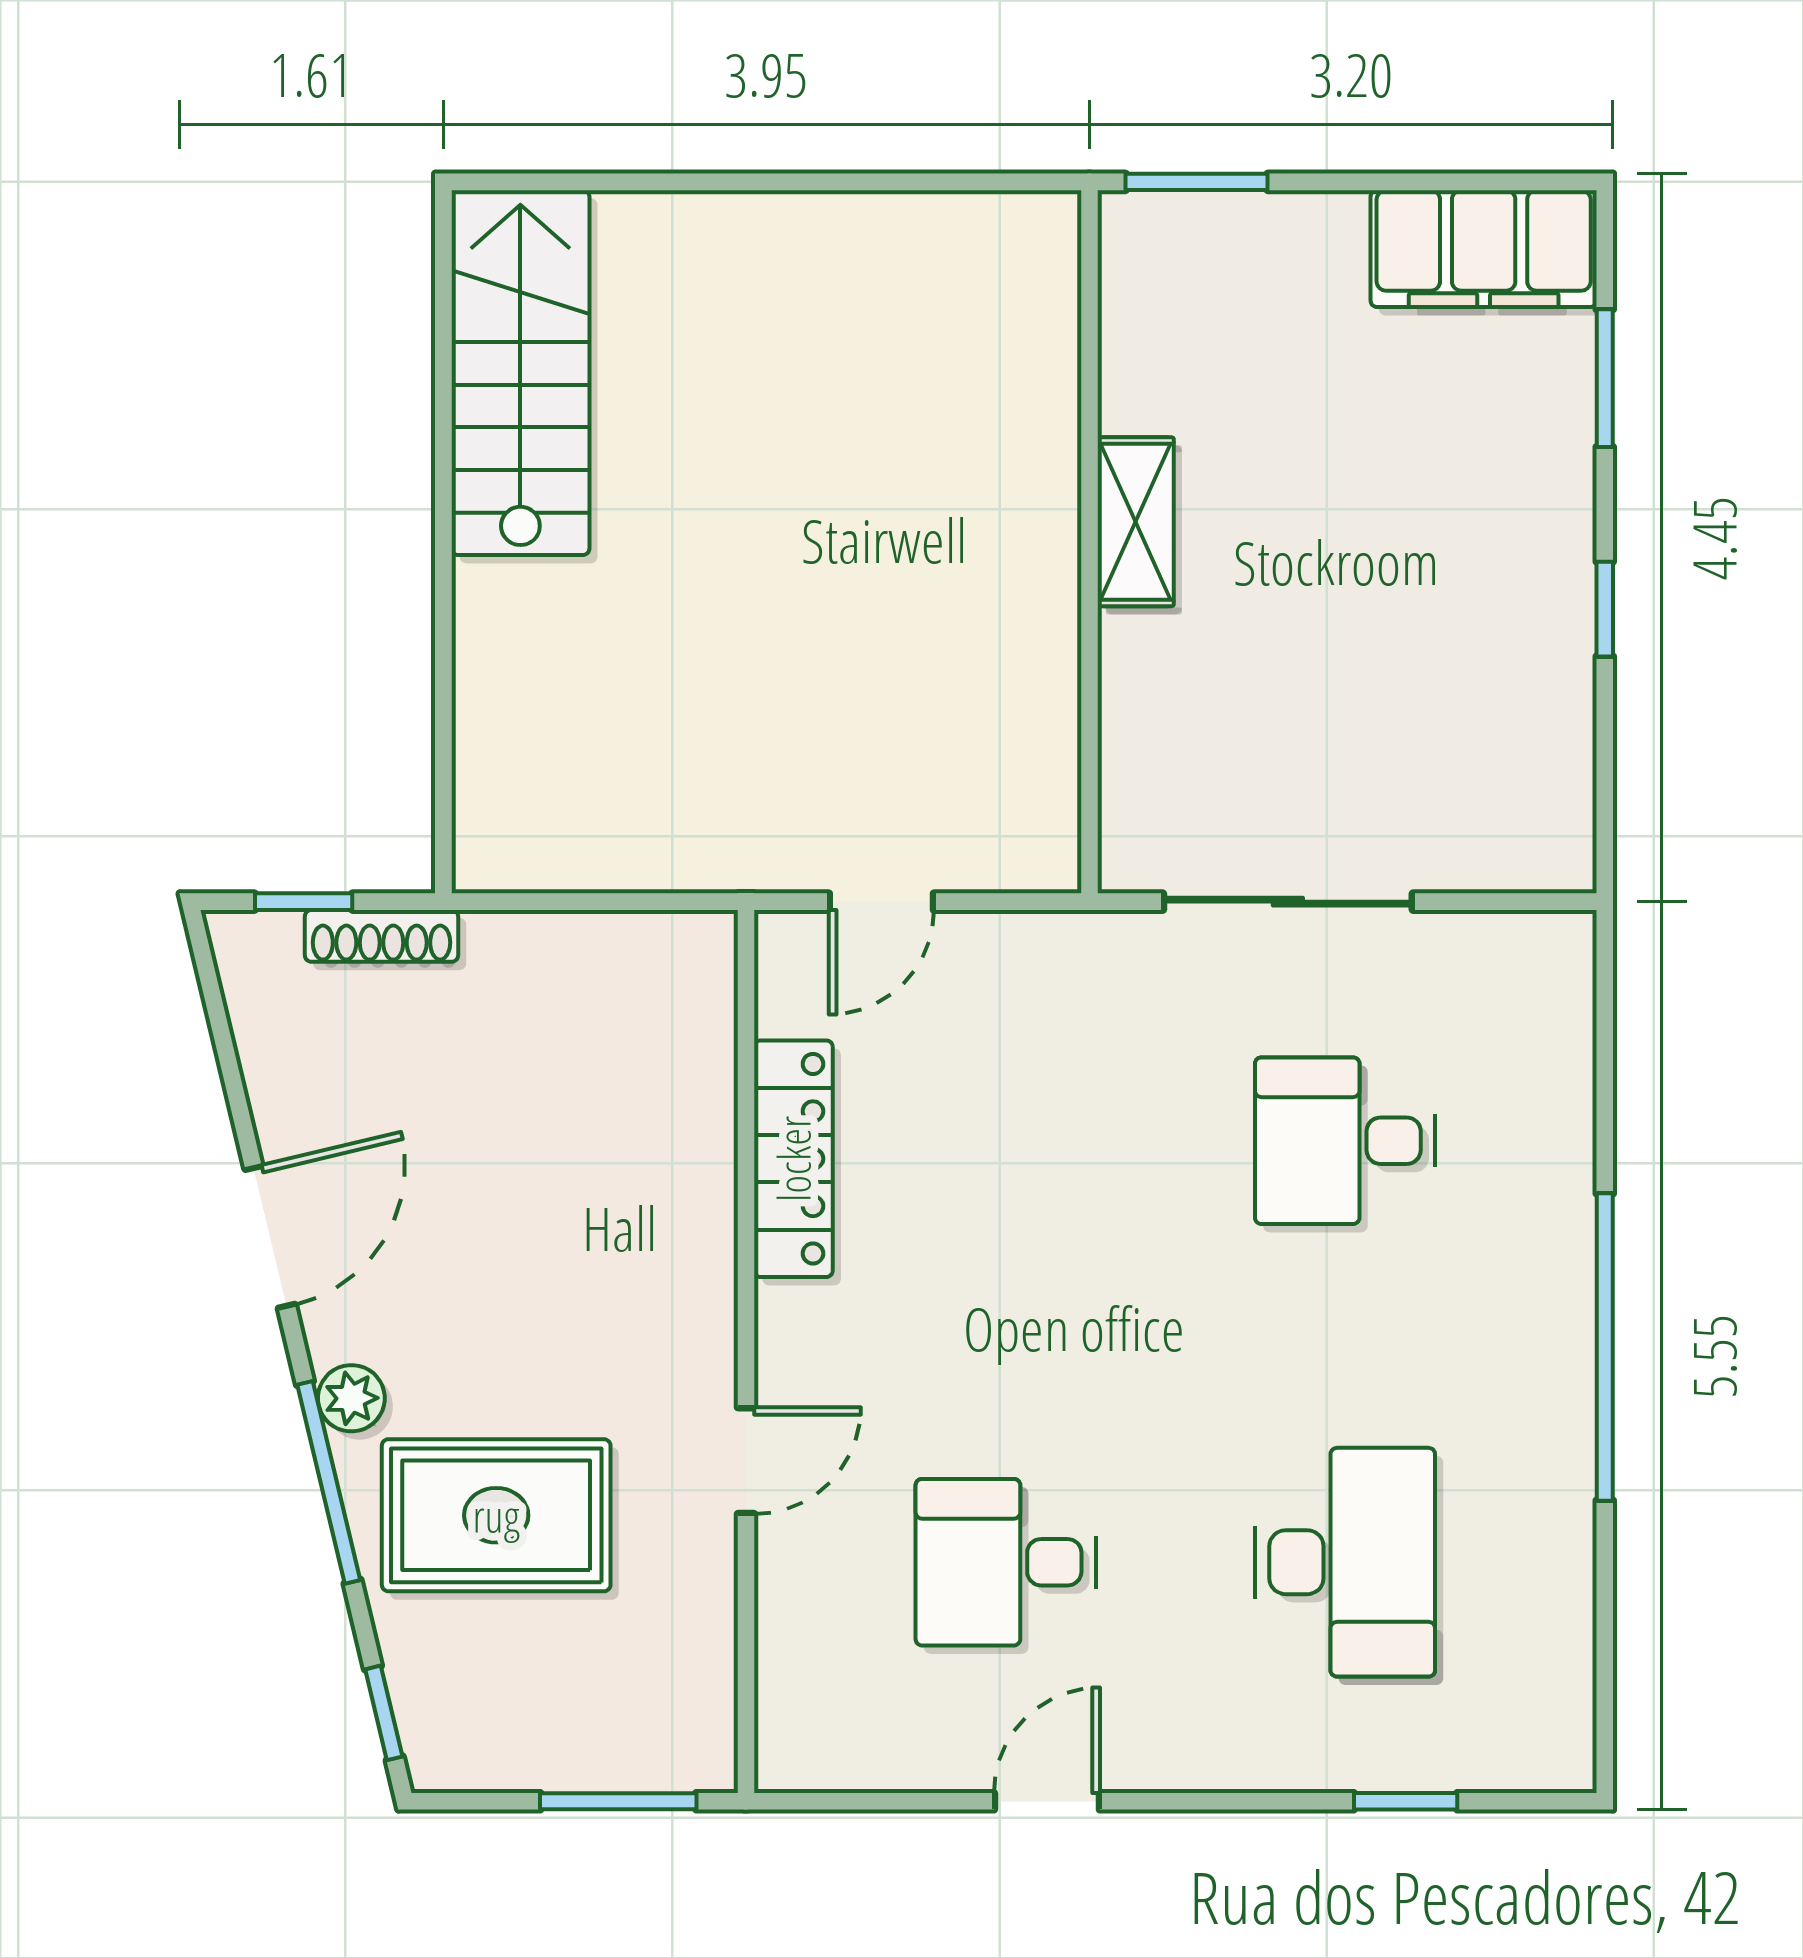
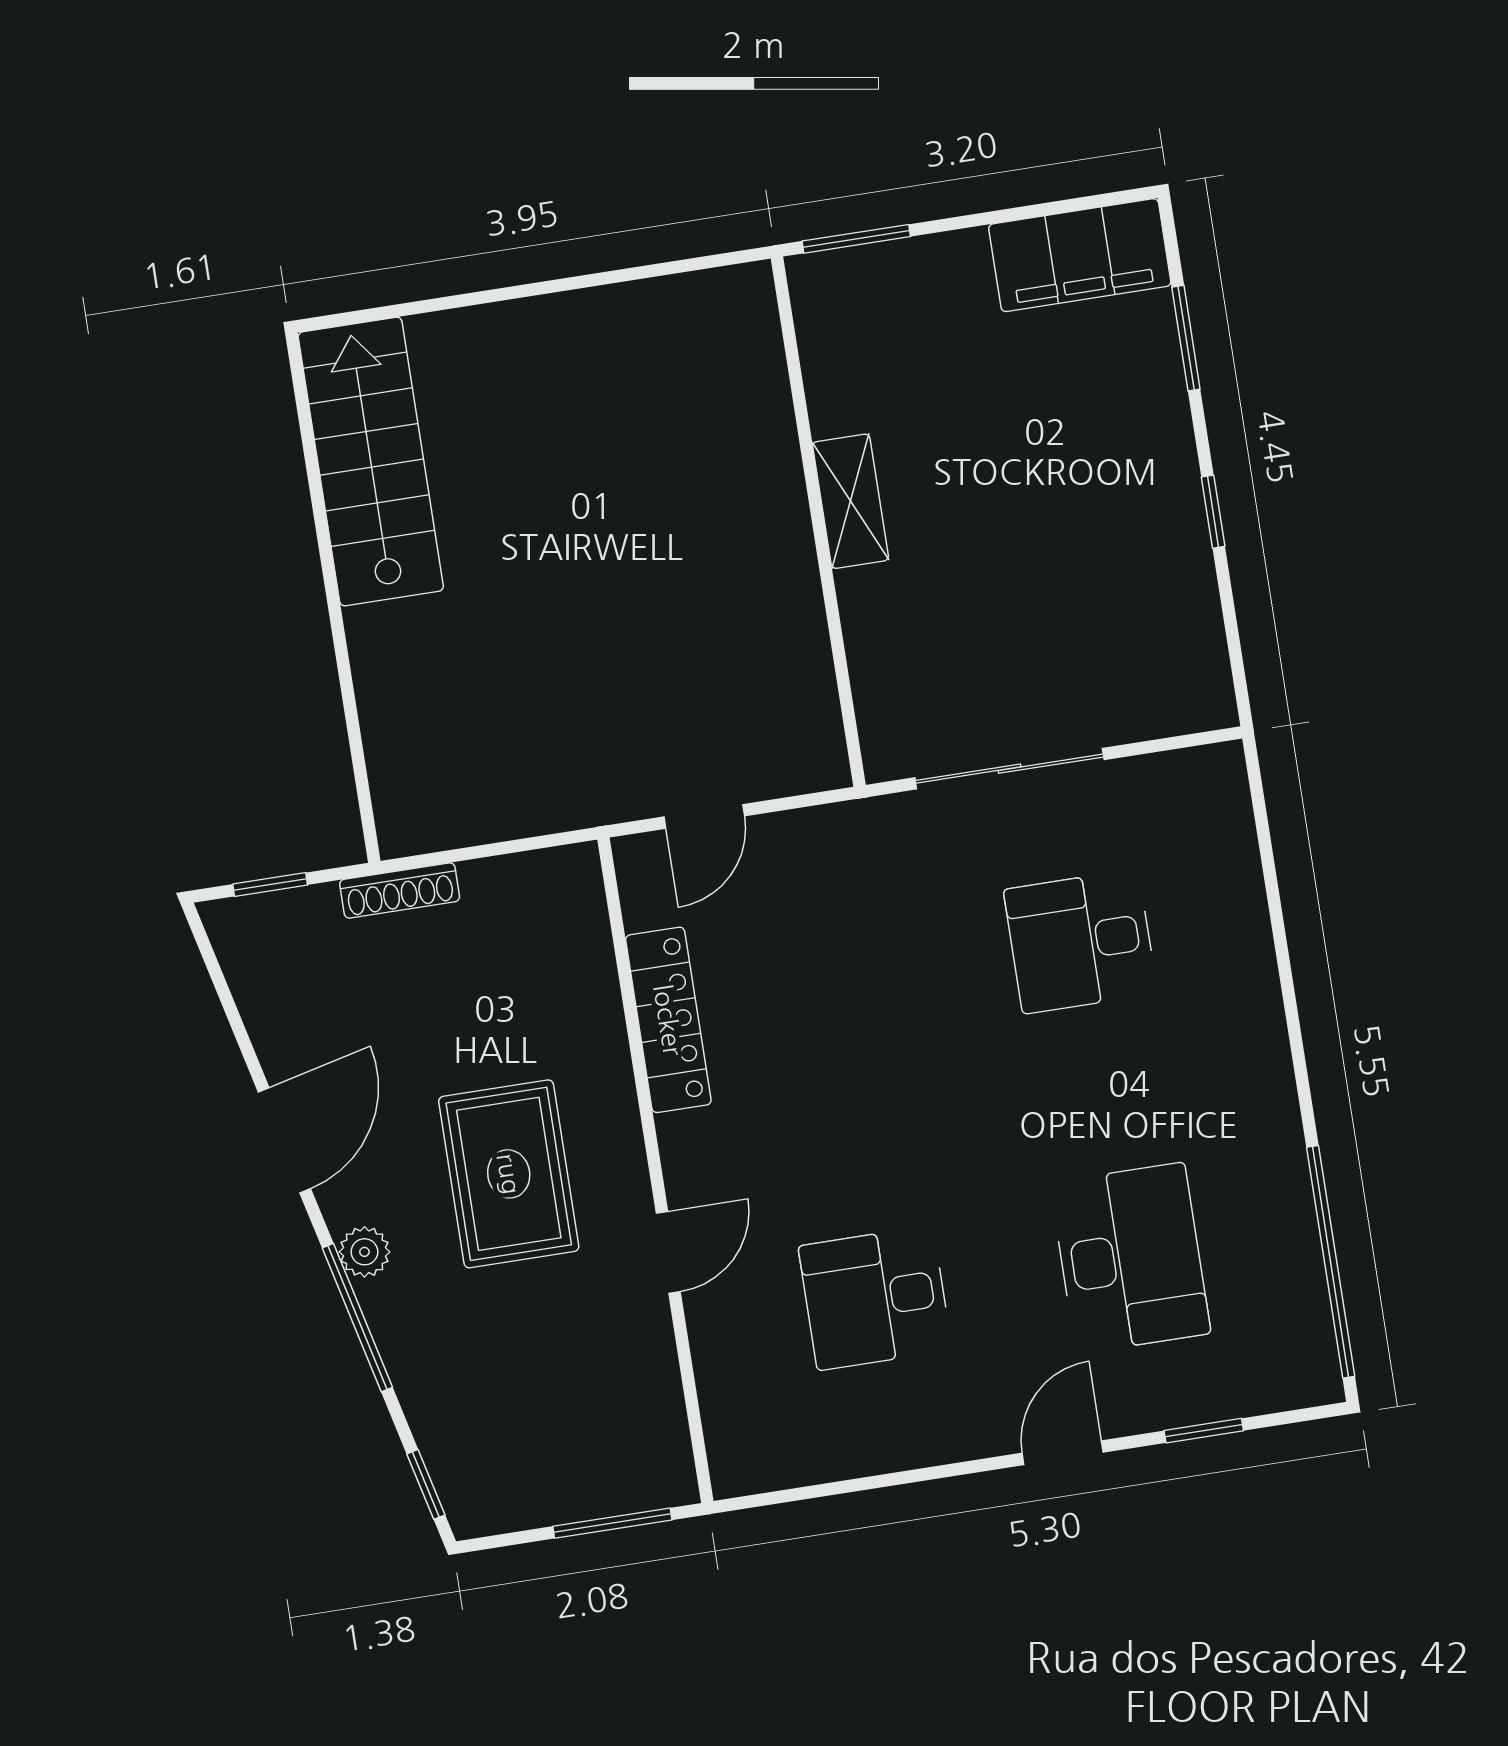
shoe rack: (381, 936) -> (400, 890), moved
window: (1605, 1347) -> (1331, 1262), moved
rug: (496, 1515) -> (509, 1174), moved, turned 90
door: (1047, 1801) -> (1063, 1453), moved

